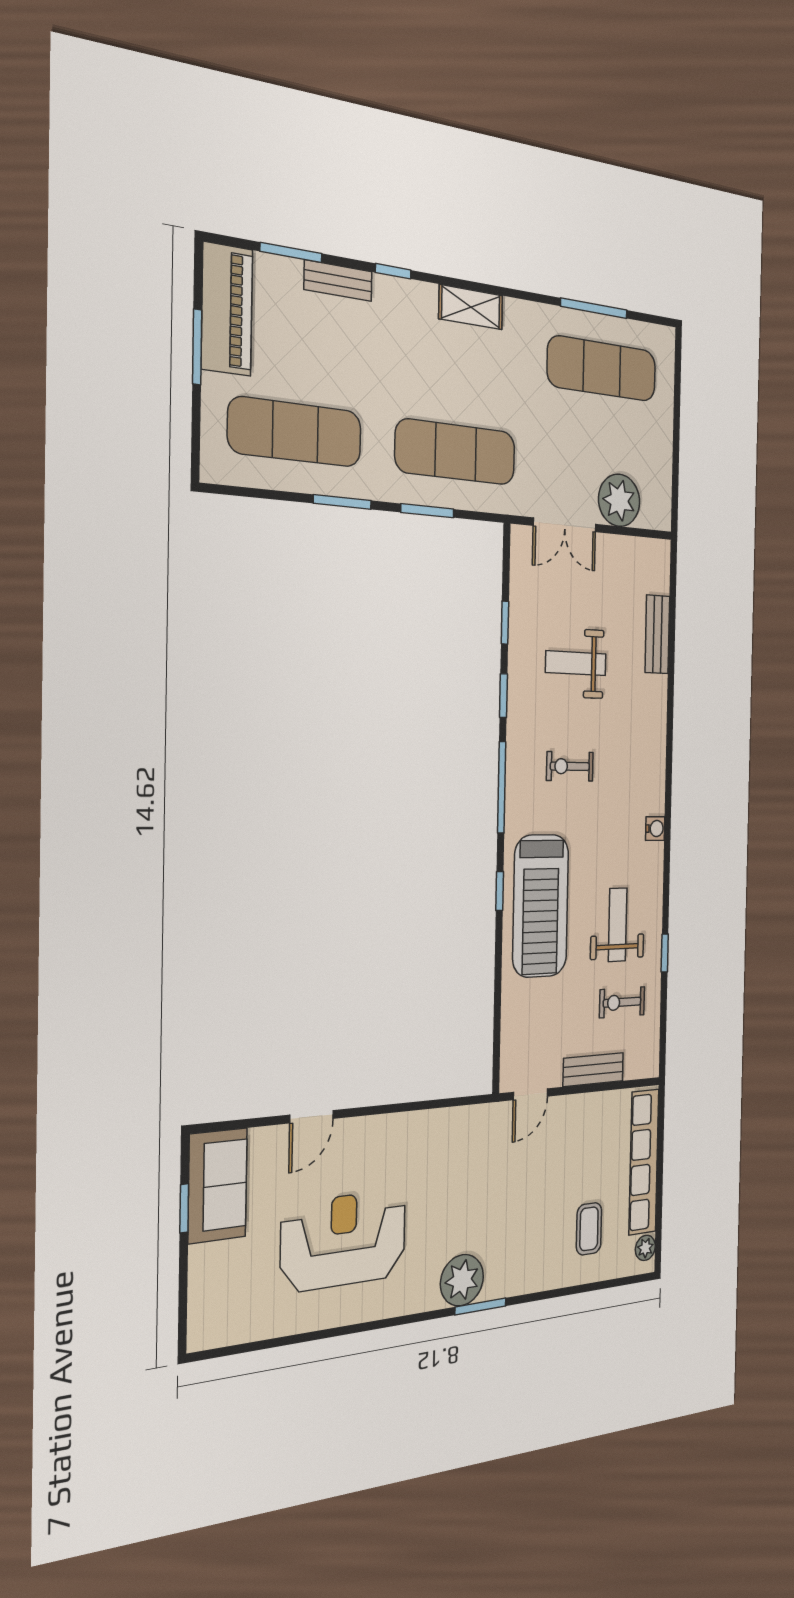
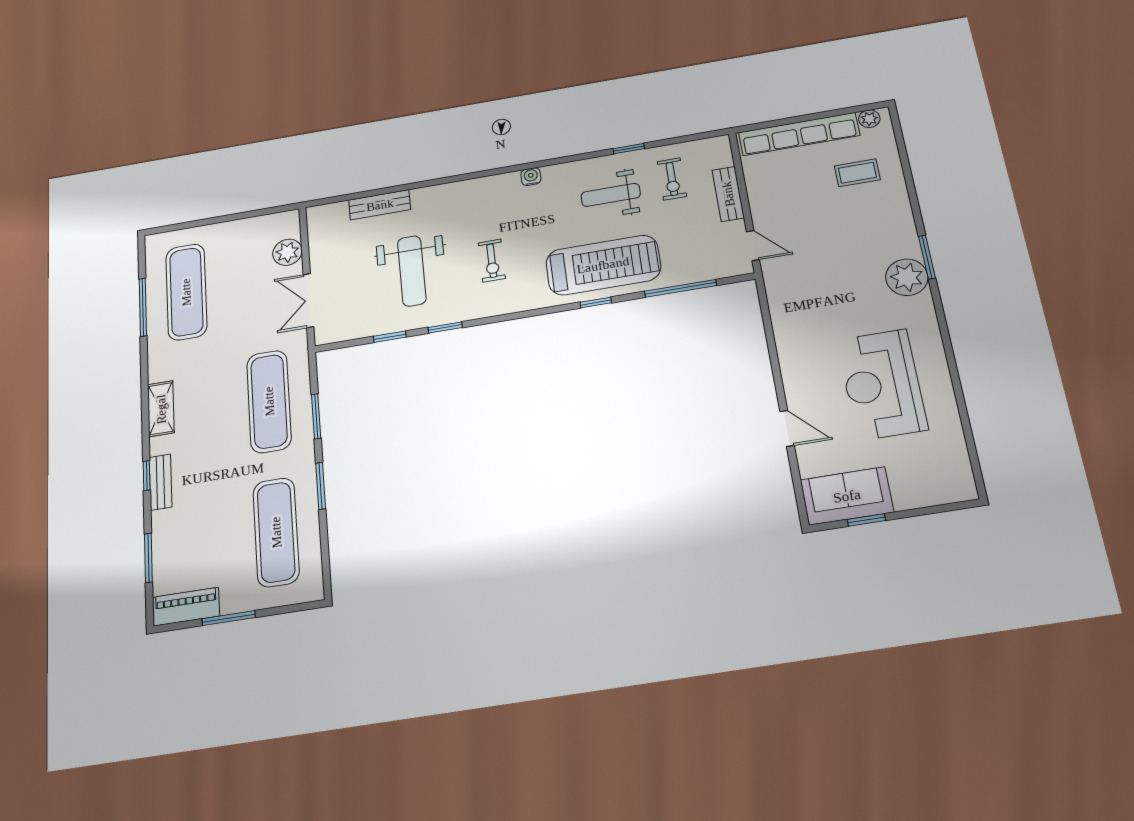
bench: (338, 281) -> (161, 482), moved
piano: (227, 309) -> (186, 607), width x0.73, depth x0.75
plant: (619, 500) -> (287, 252), width x0.73, depth x0.73
double door: (565, 525) -> (308, 300), swing flipped
weight bench: (576, 663) -> (412, 271), width x1.36, depth x1.33
window: (502, 787) -> (680, 288), moved

